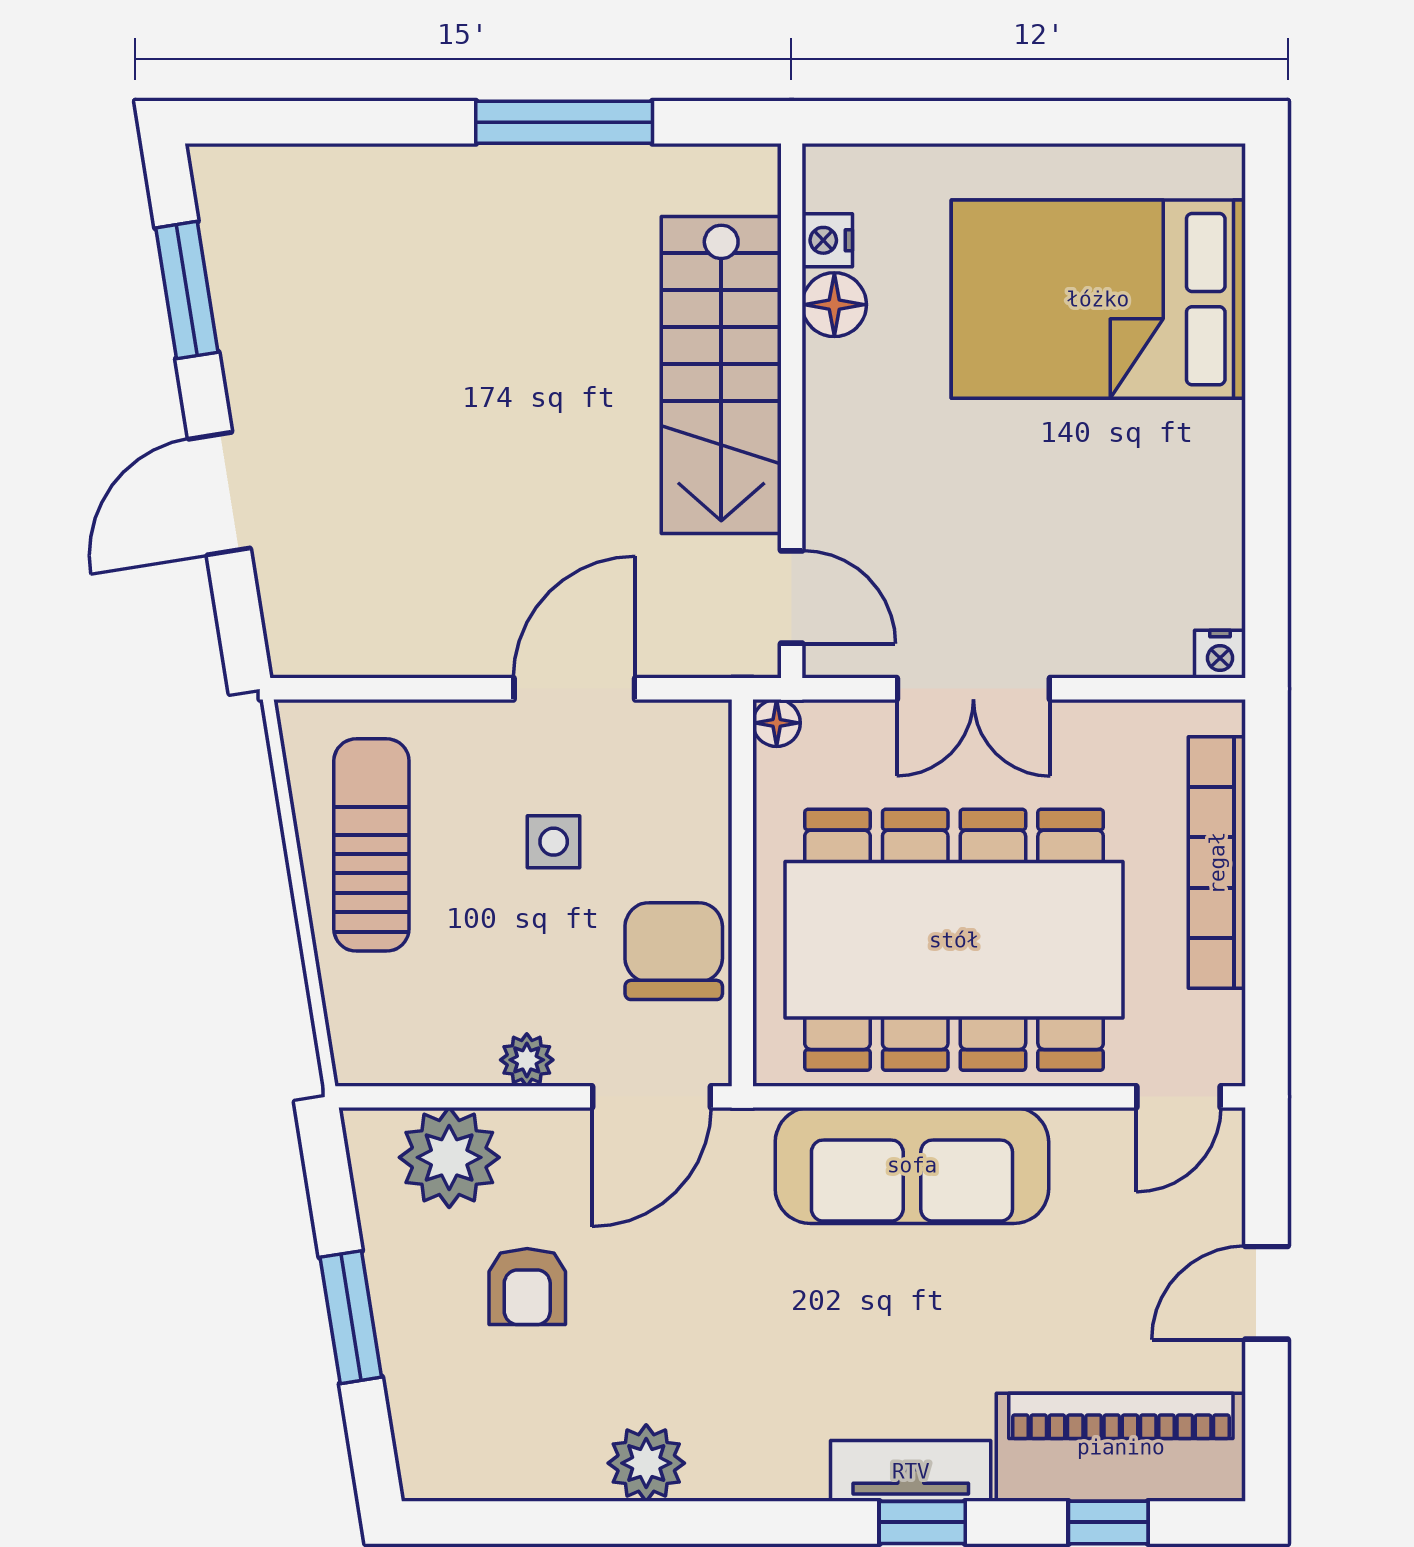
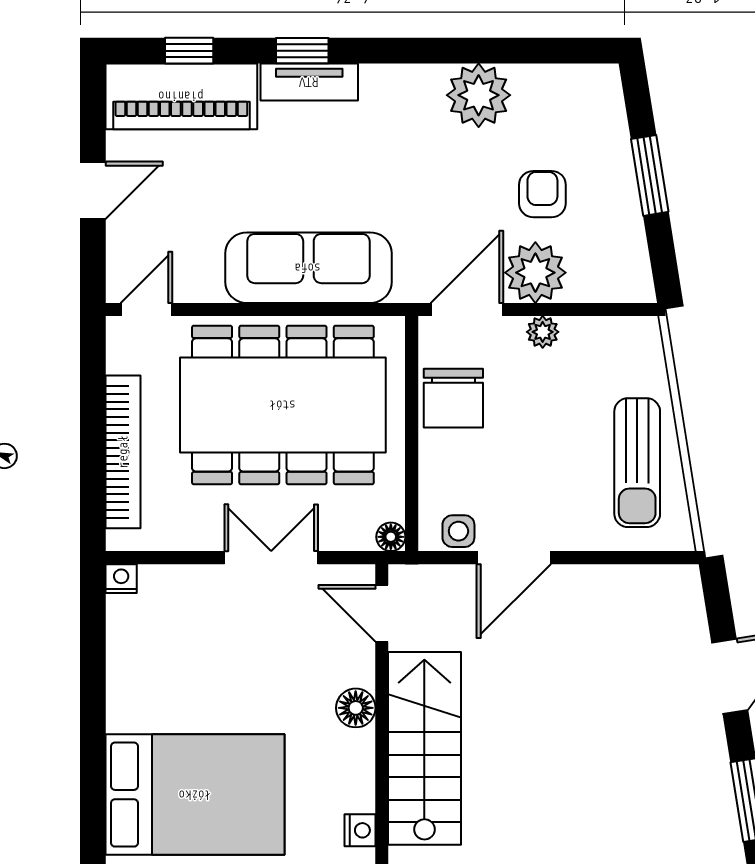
floor lamp: (834, 305) -> (356, 708), moved
side table: (554, 842) -> (458, 531), moved
plant: (449, 1157) -> (535, 273), moved
plant: (646, 1463) -> (479, 95), width x1.36, depth x1.36

